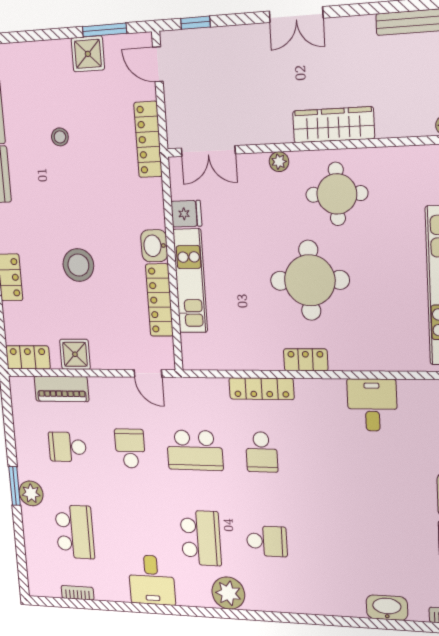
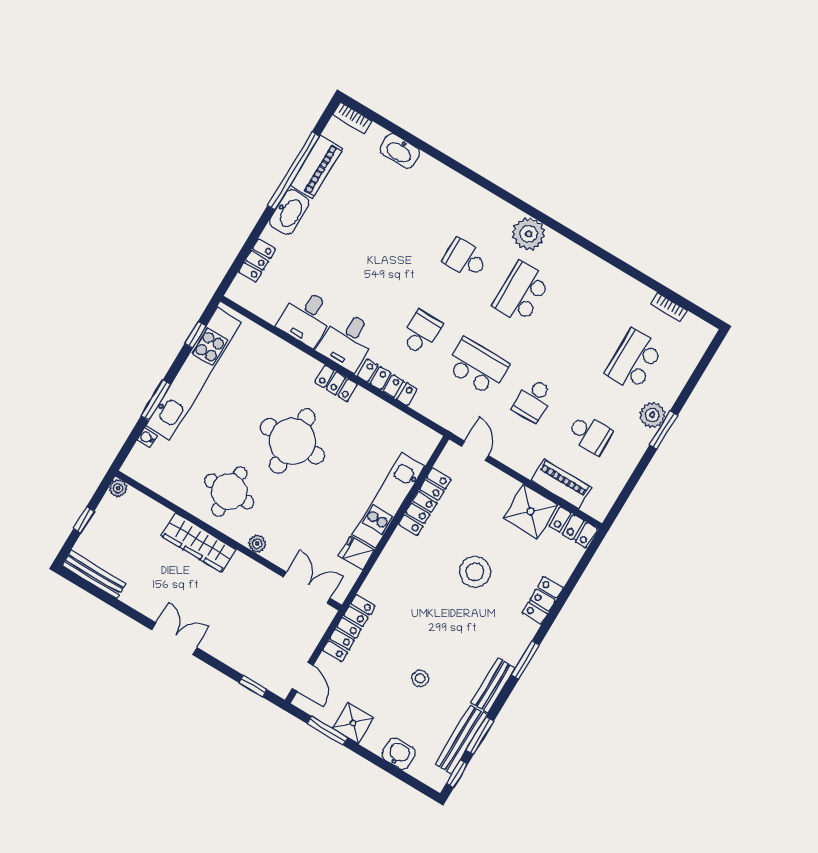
washbasin: (154, 246) -> (399, 754), moved, turned -90
shower: (75, 354) -> (530, 512), width x1.36, depth x1.36
desk: (152, 580) -> (347, 341), moved, turned 180

